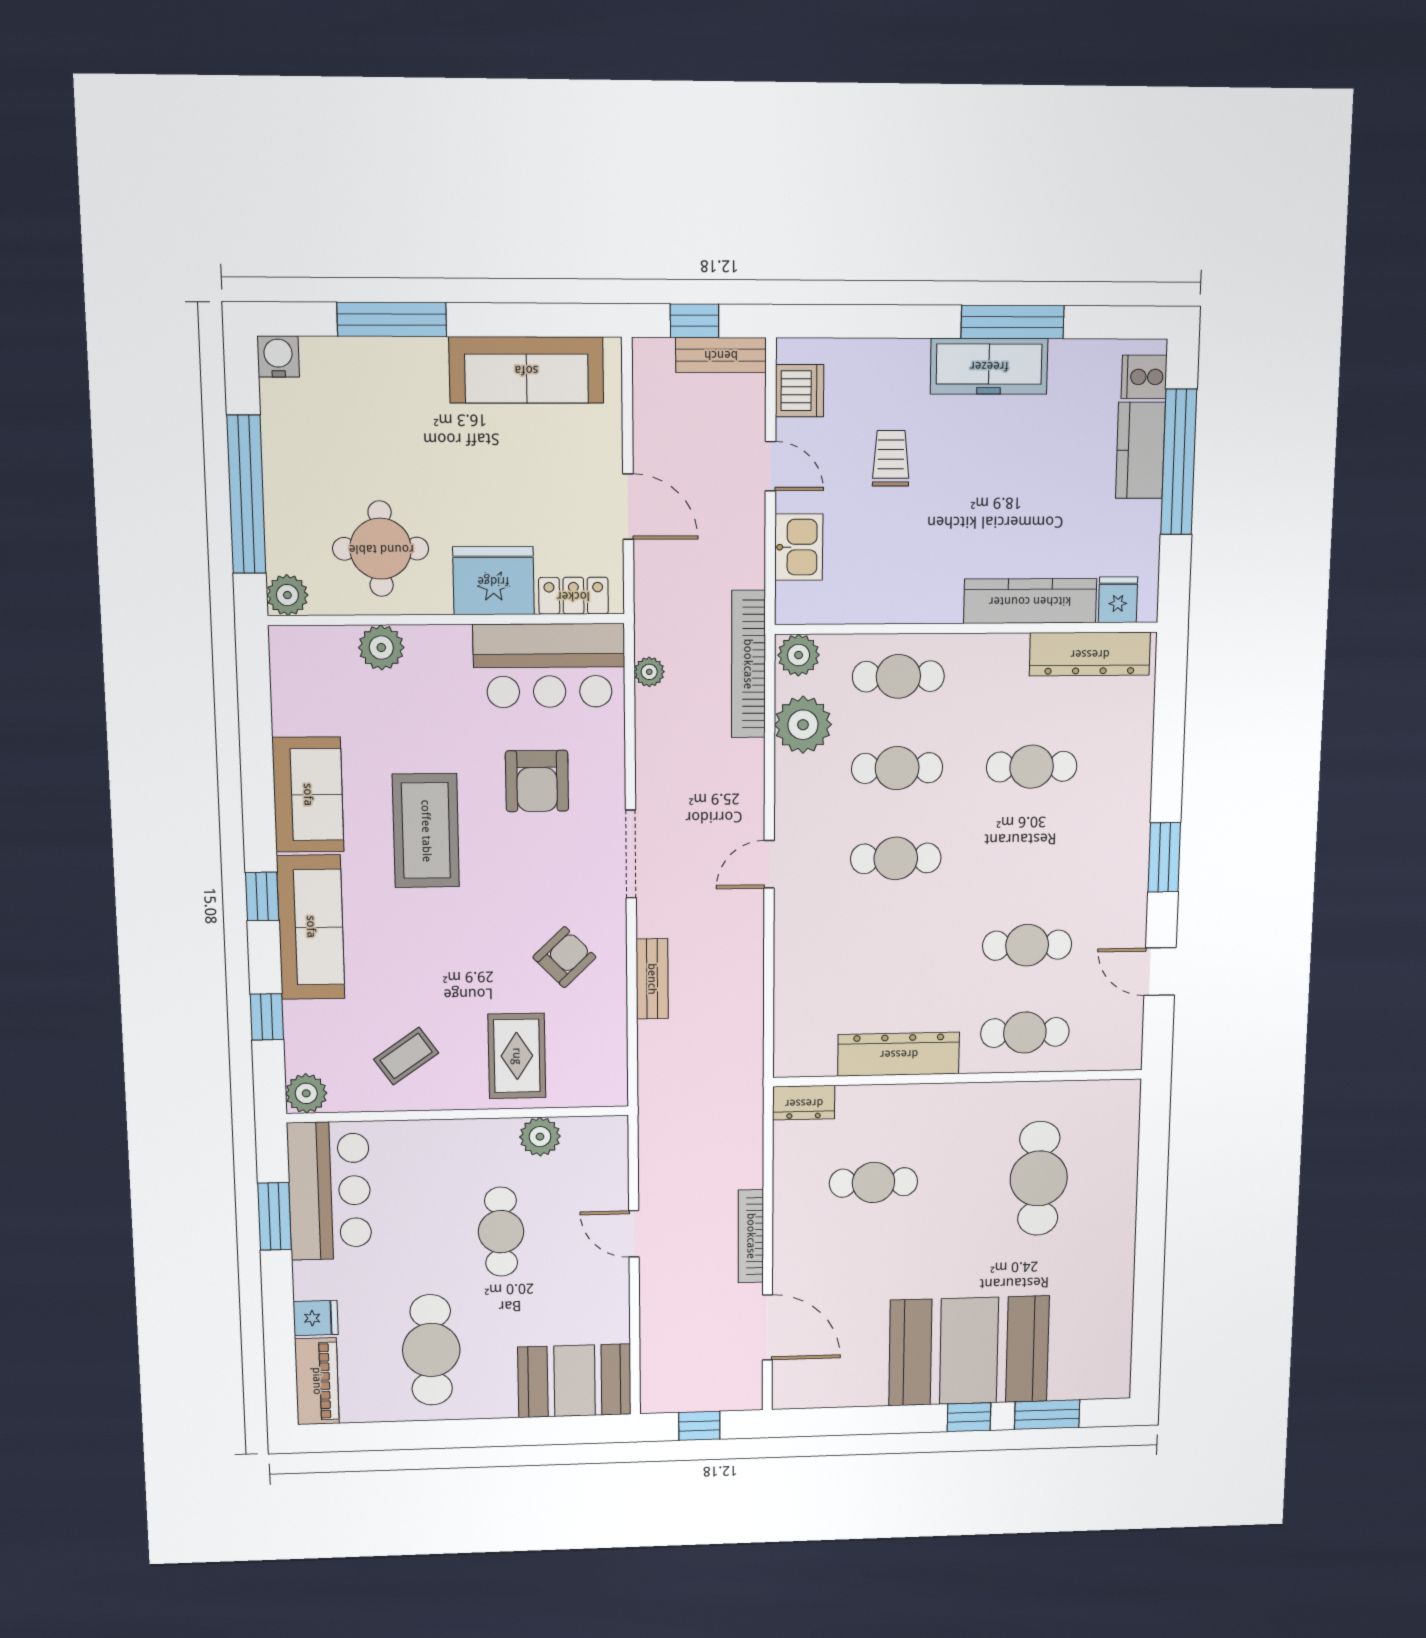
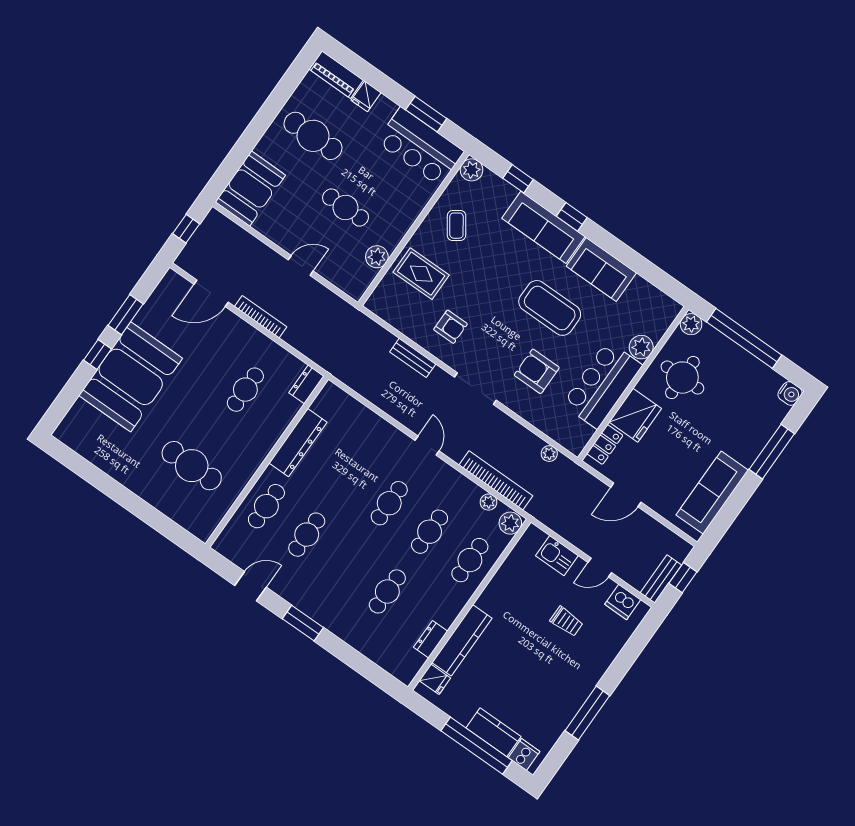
freezer: (989, 366) -> (576, 690), removed
dresser: (1090, 654) -> (431, 639), width x0.51, depth x0.80
bookcase: (748, 664) -> (496, 480), moved
bar counter: (549, 666) -> (602, 385), moved
plant: (803, 725) -> (488, 502), width x0.53, depth x0.53
armchair: (564, 957) -> (451, 327), turned -46
window: (1047, 1415) -> (126, 315), moved

